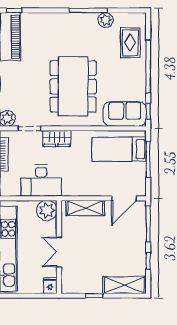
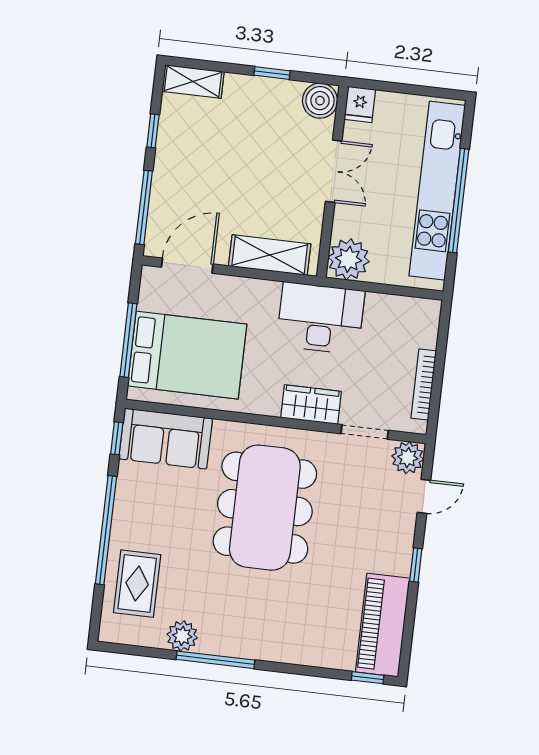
bed: (119, 149) -> (187, 355), width x1.50
desk: (41, 181) -> (320, 318), moved
boiler: (70, 285) -> (320, 101), added
shelving: (124, 285) -> (193, 82), width x0.67, depth x0.75

